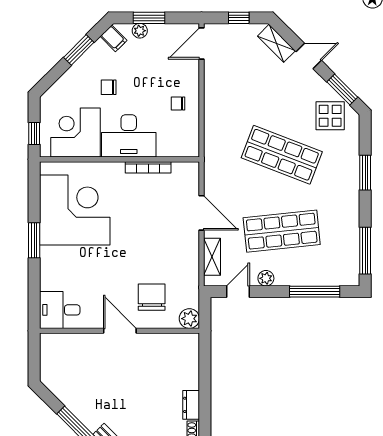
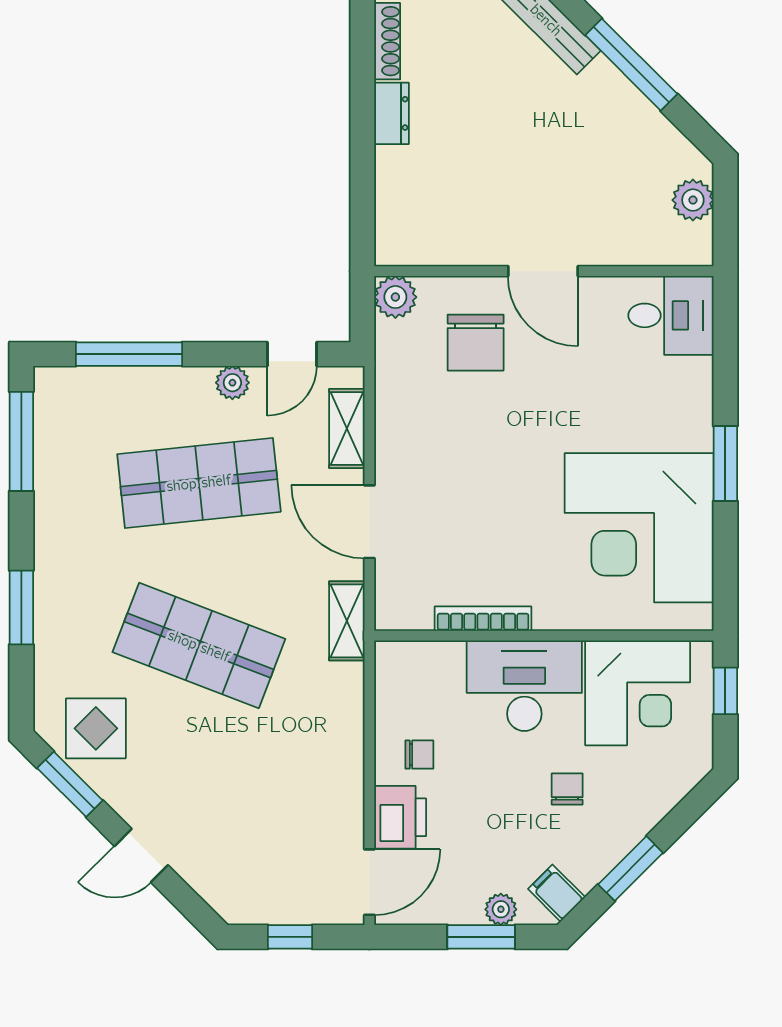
shelving: (276, 43) -> (347, 621), moved, turned 45
printer: (187, 74) -> (400, 817), added
chair: (109, 87) -> (567, 789), turned -90
plant: (49, 364) -> (693, 200), added

